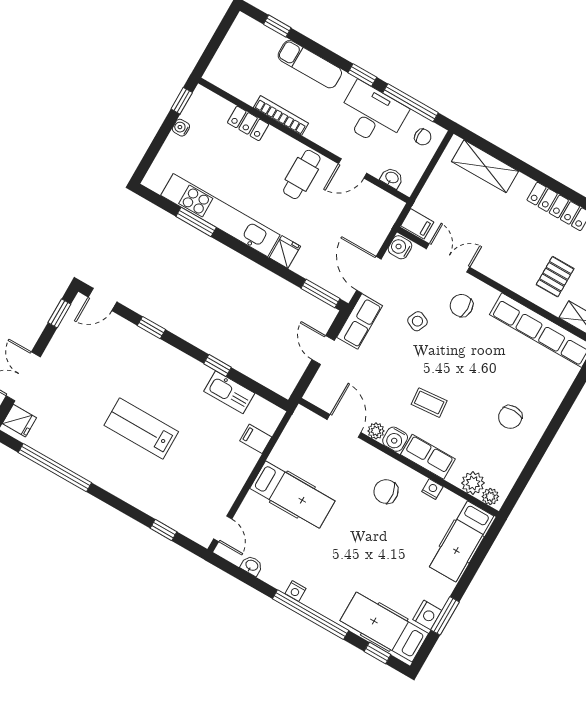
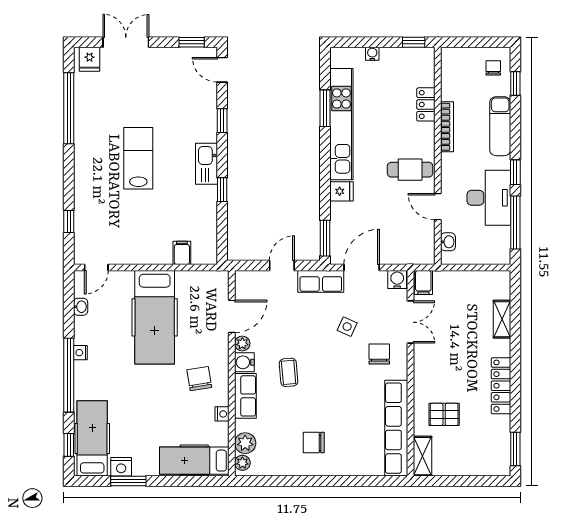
water cooler: (181, 128) -> (372, 54), moved
chair: (423, 137) -> (493, 68), moved, turned 180
shelving: (485, 166) -> (502, 319), width x0.67, depth x0.75
kitchen sink: (229, 392) -> (206, 164), moved
hospital bed: (292, 495) -> (155, 317), width x1.37, depth x1.29

